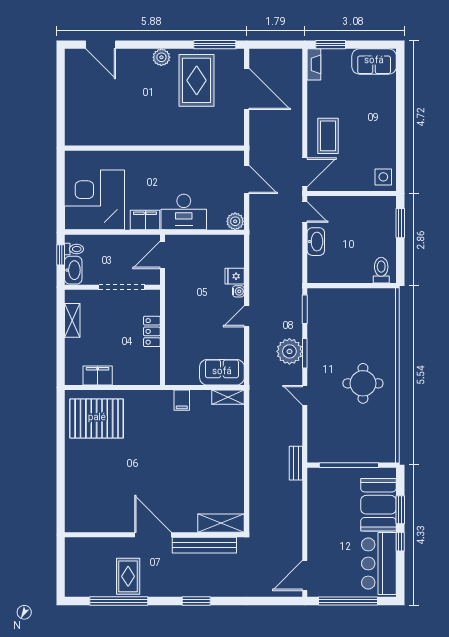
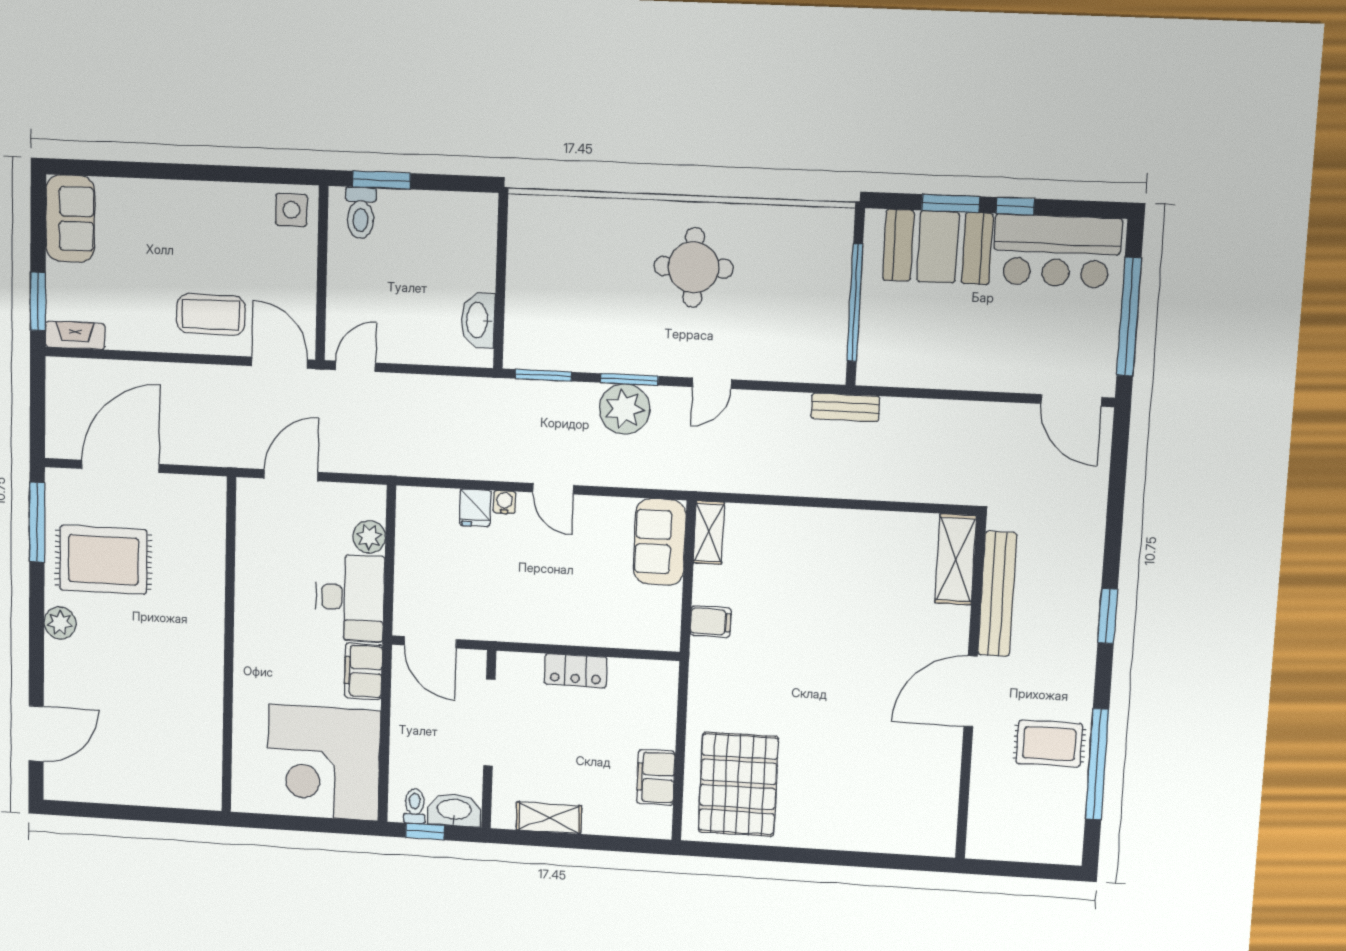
plant: (235, 221) -> (369, 537), moved
washbasin: (316, 242) -> (478, 320), moved, turned -90
toilet: (381, 270) -> (361, 213), moved, turned -90

